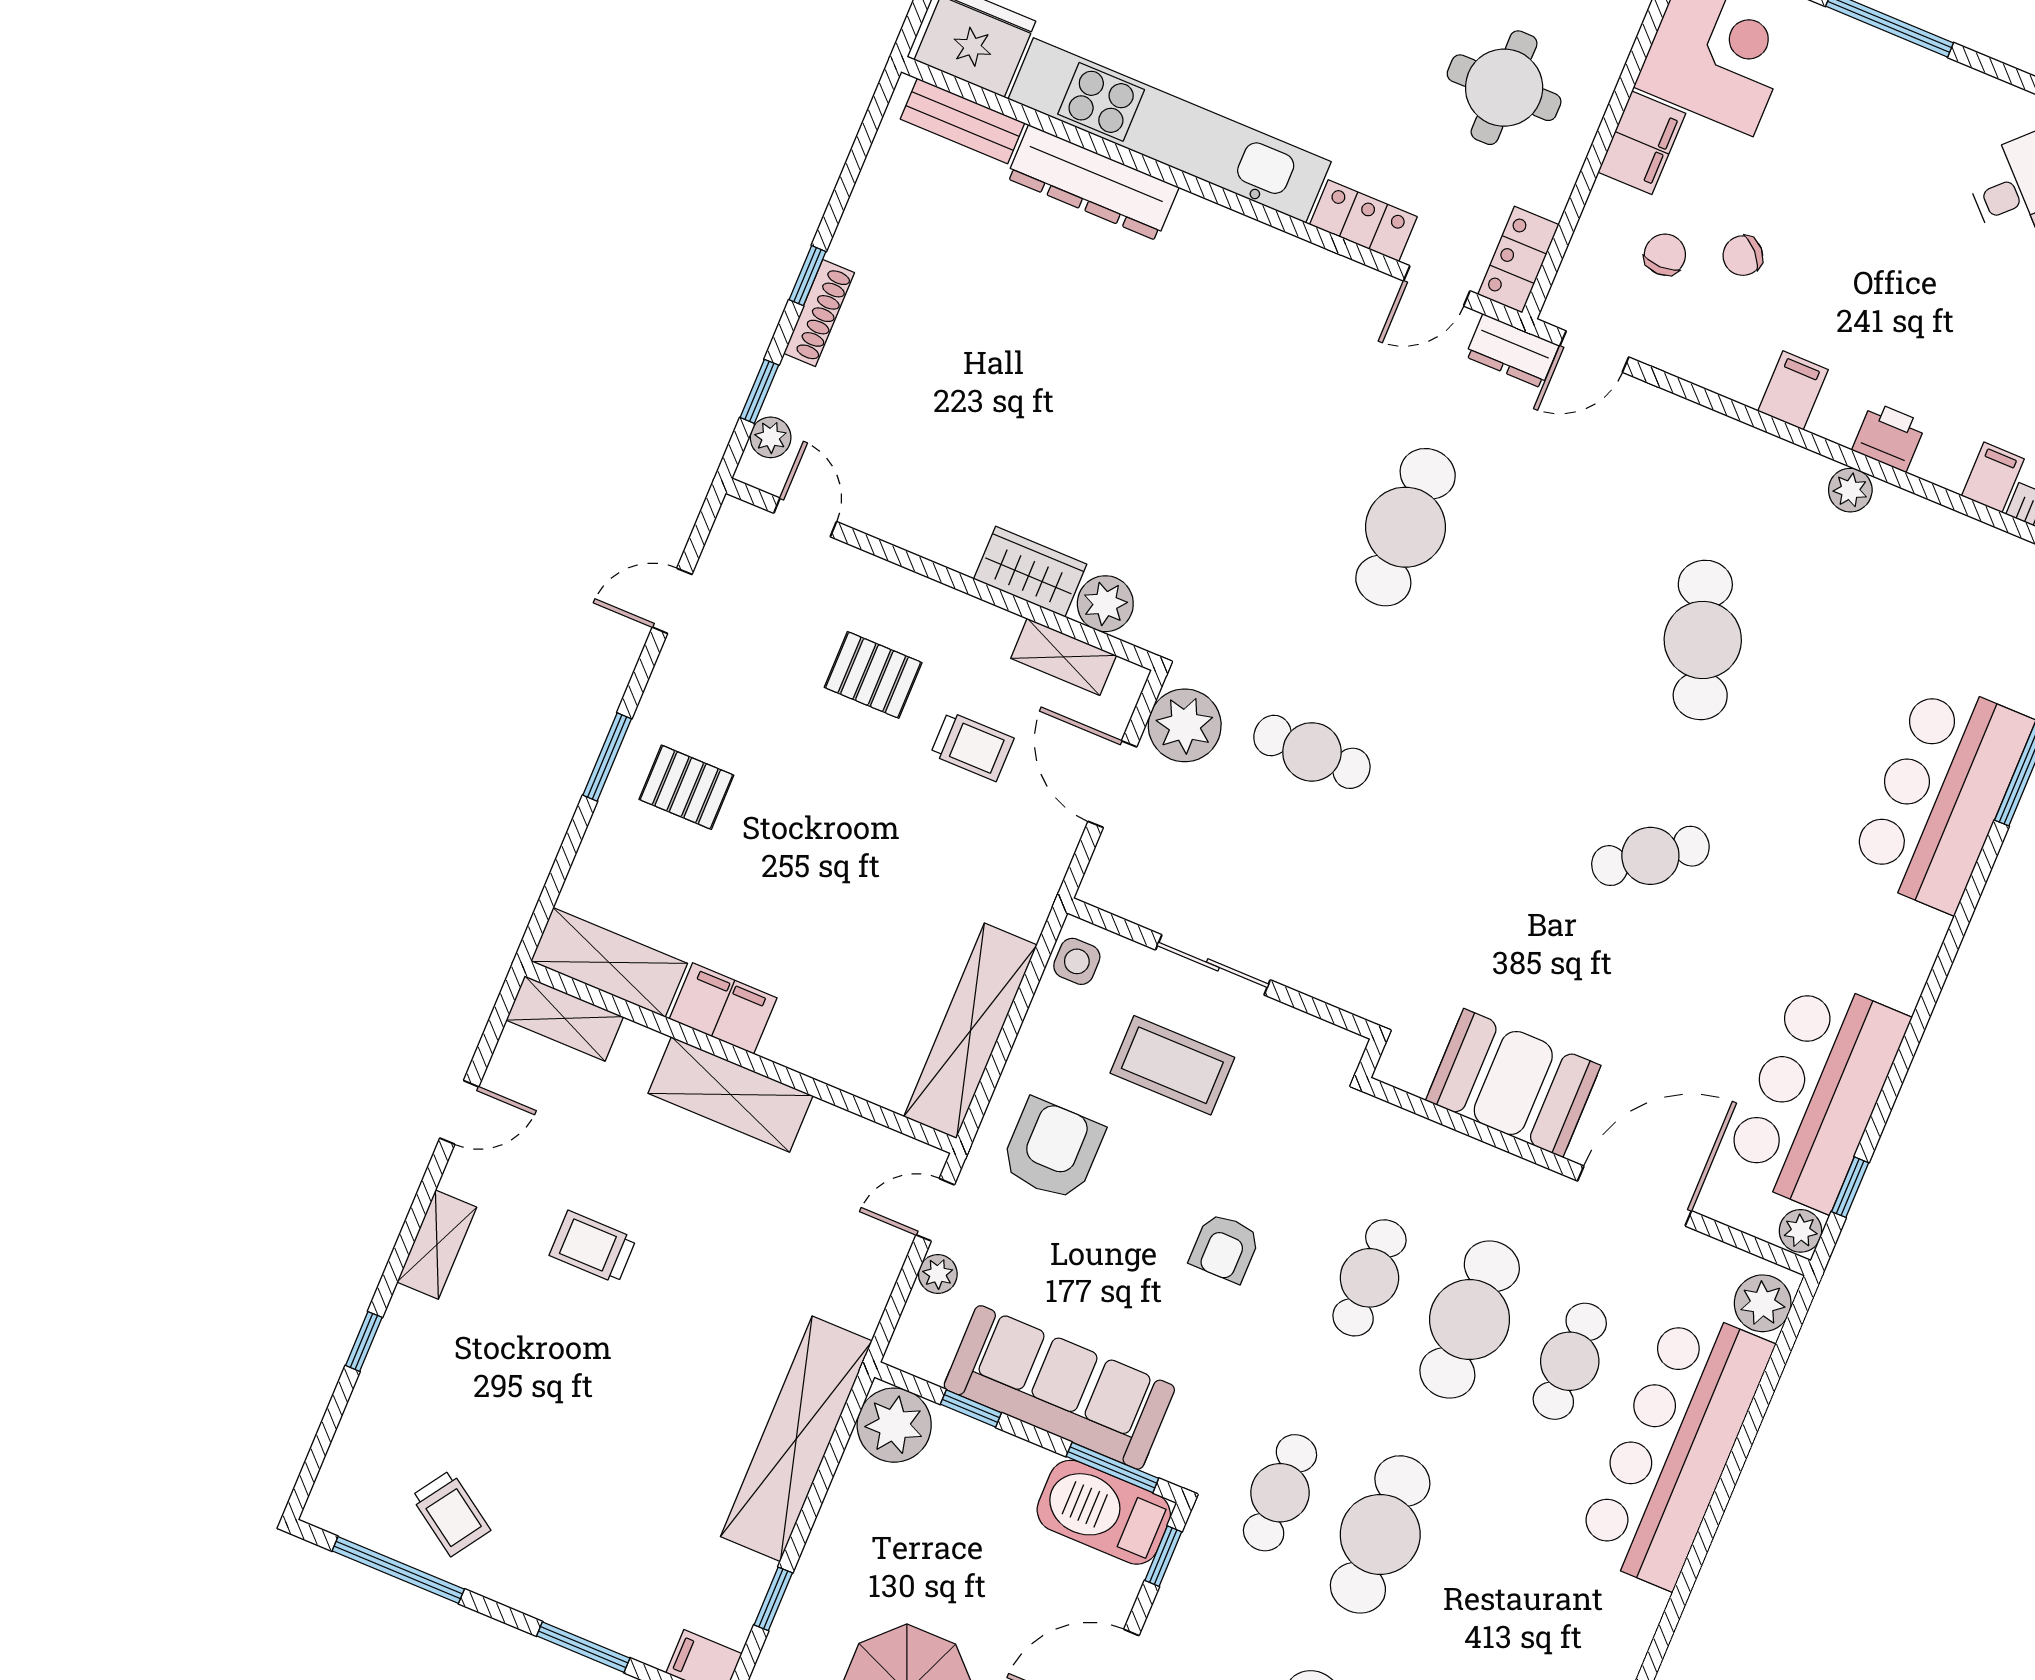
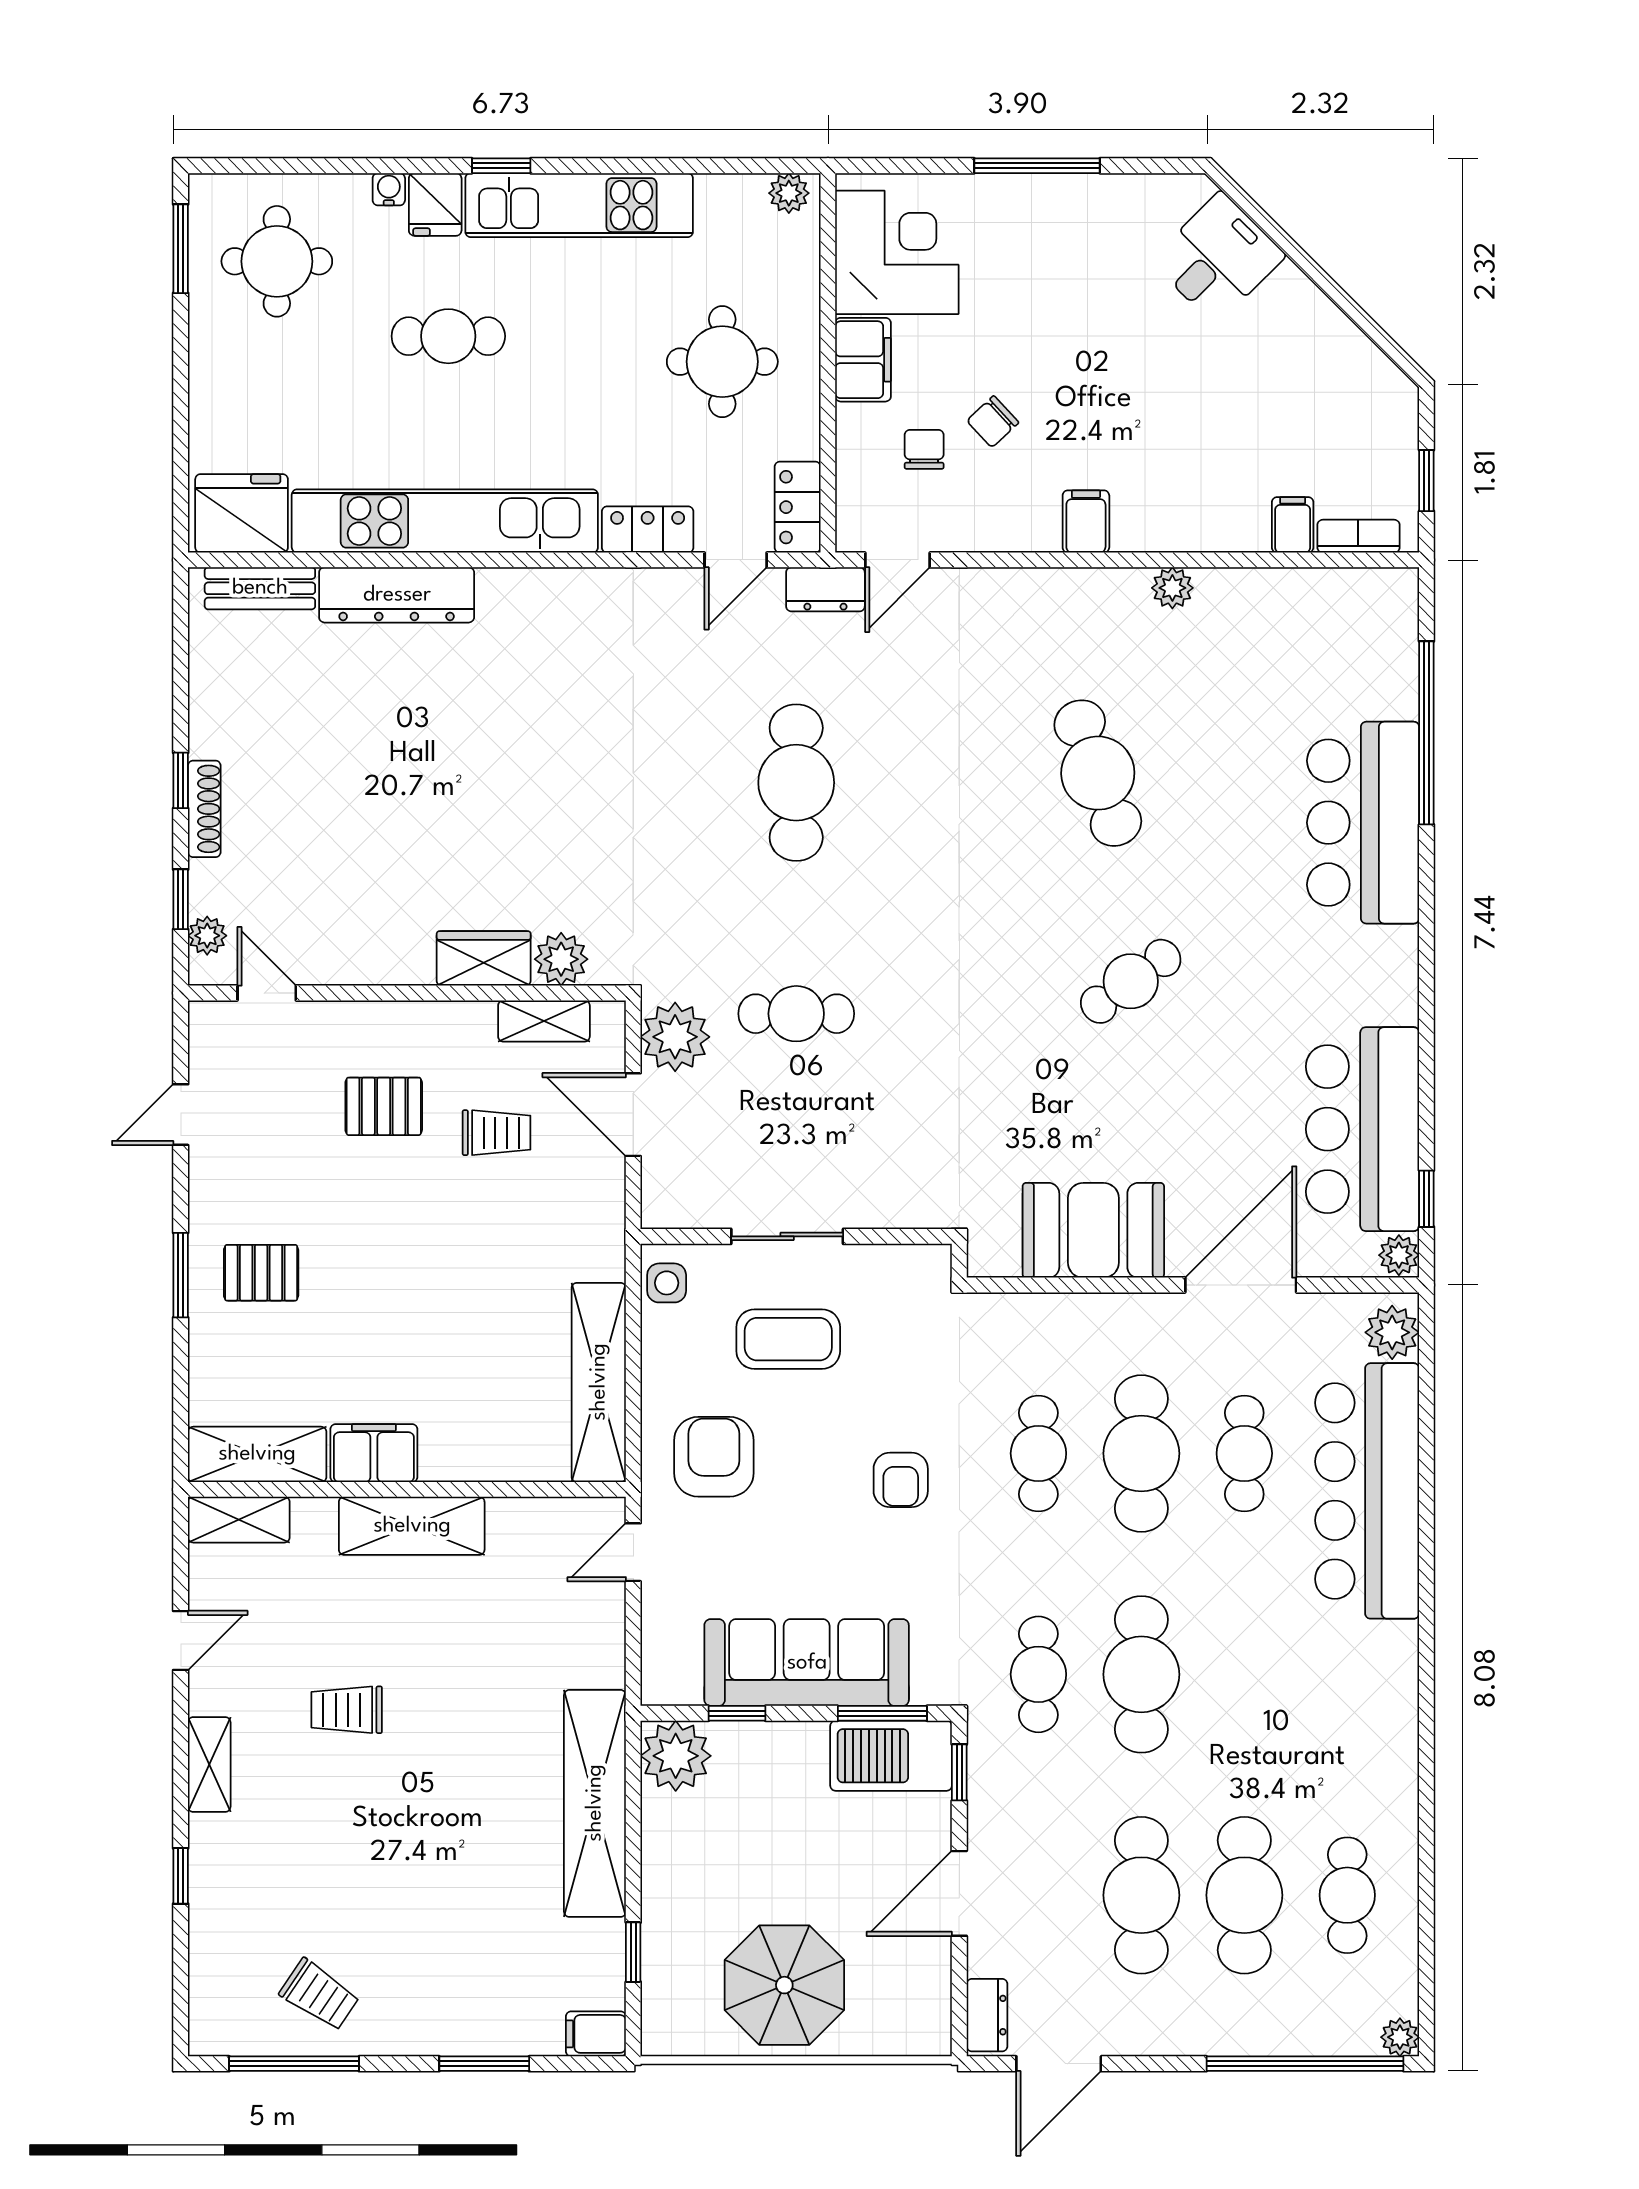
printer: (1889, 437) -> (1187, 527), removed
plant: (938, 1274) -> (659, 1608), removed

